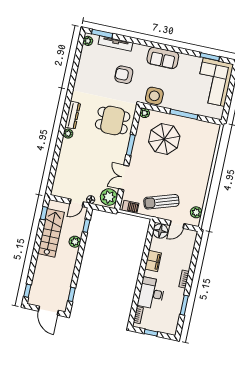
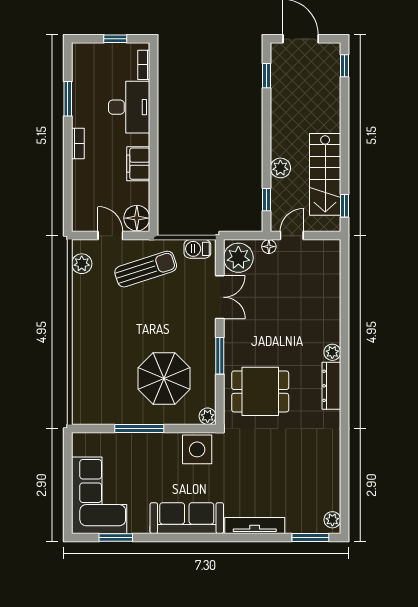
tv unit: (115, 43) -> (255, 526), moved
sofa: (163, 58) -> (187, 518), width x1.36
armchair: (124, 75) -> (258, 475), removed
door: (177, 224) -> (110, 236), hinge flipped

